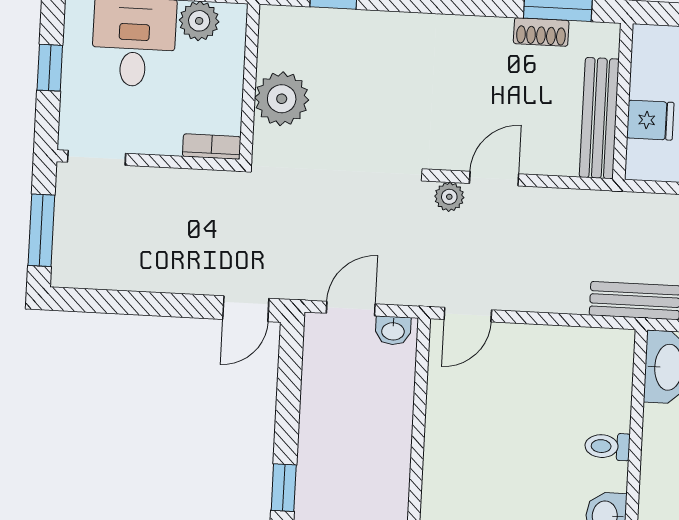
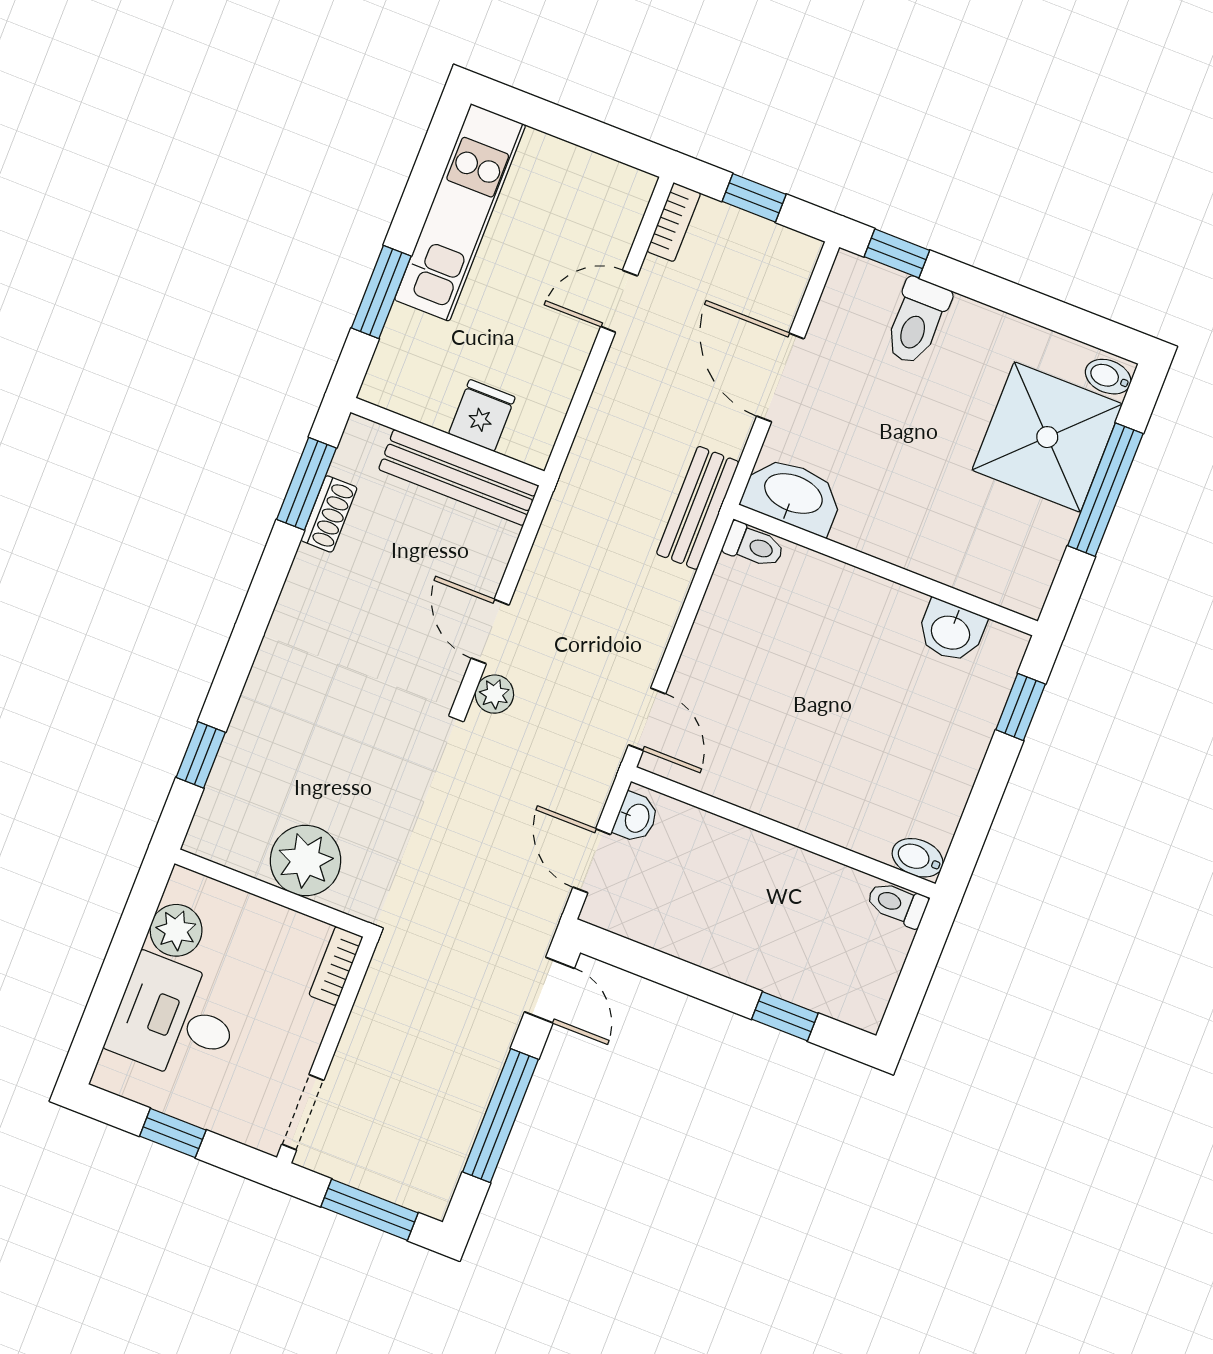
window: (142, 303) -> (500, 1116), added
toilet: (607, 446) -> (754, 546), moved, turned -90

